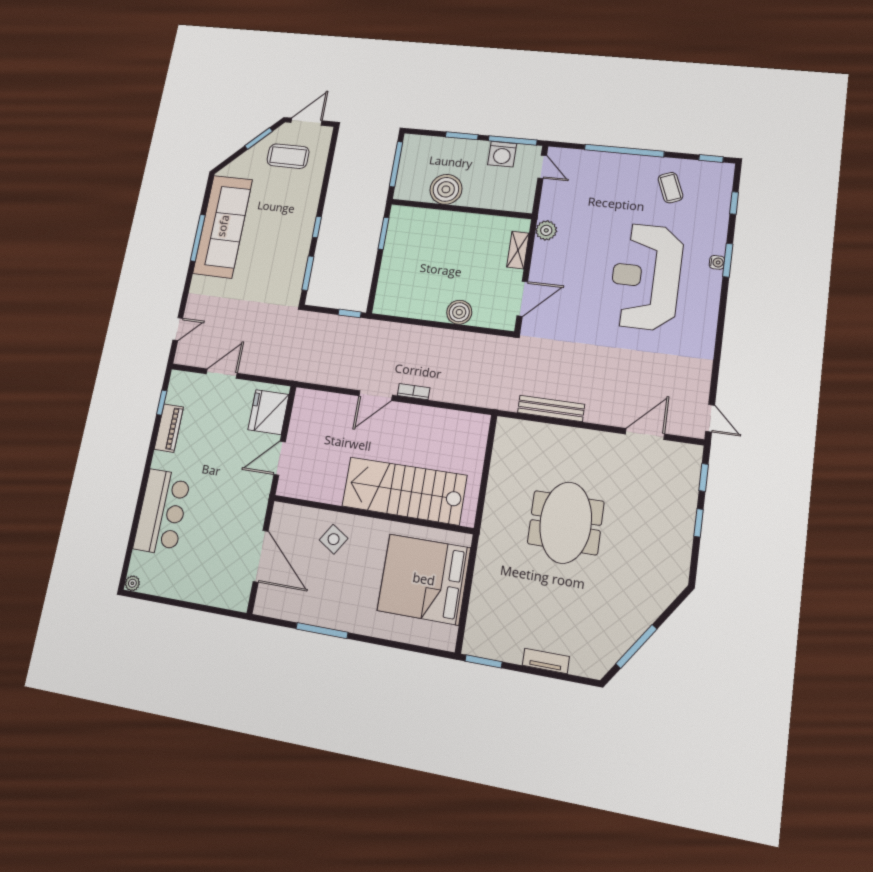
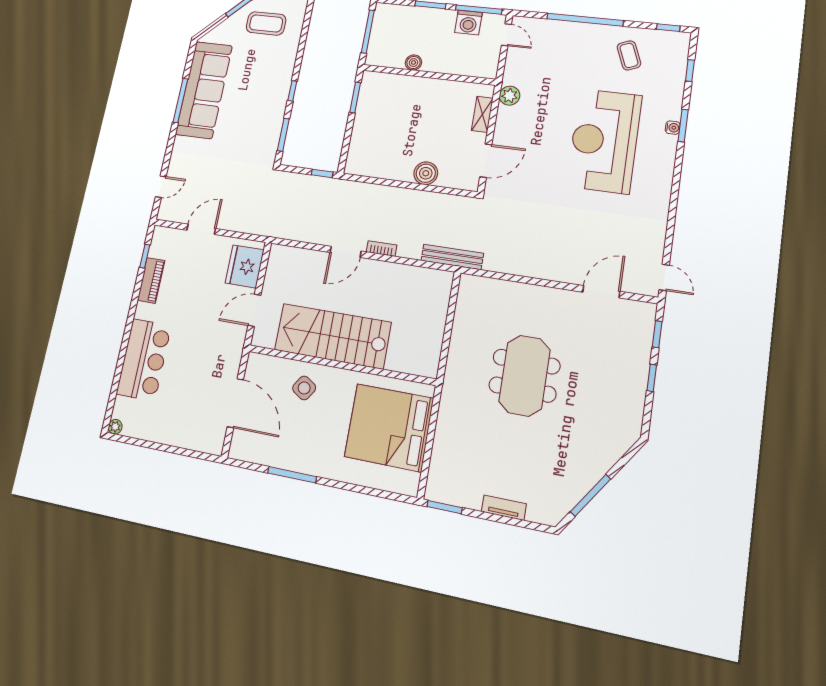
boiler: (446, 189) -> (413, 63), width x0.54, depth x0.54
bench: (551, 408) -> (452, 257), moved
stairs: (404, 491) -> (333, 336), moved

